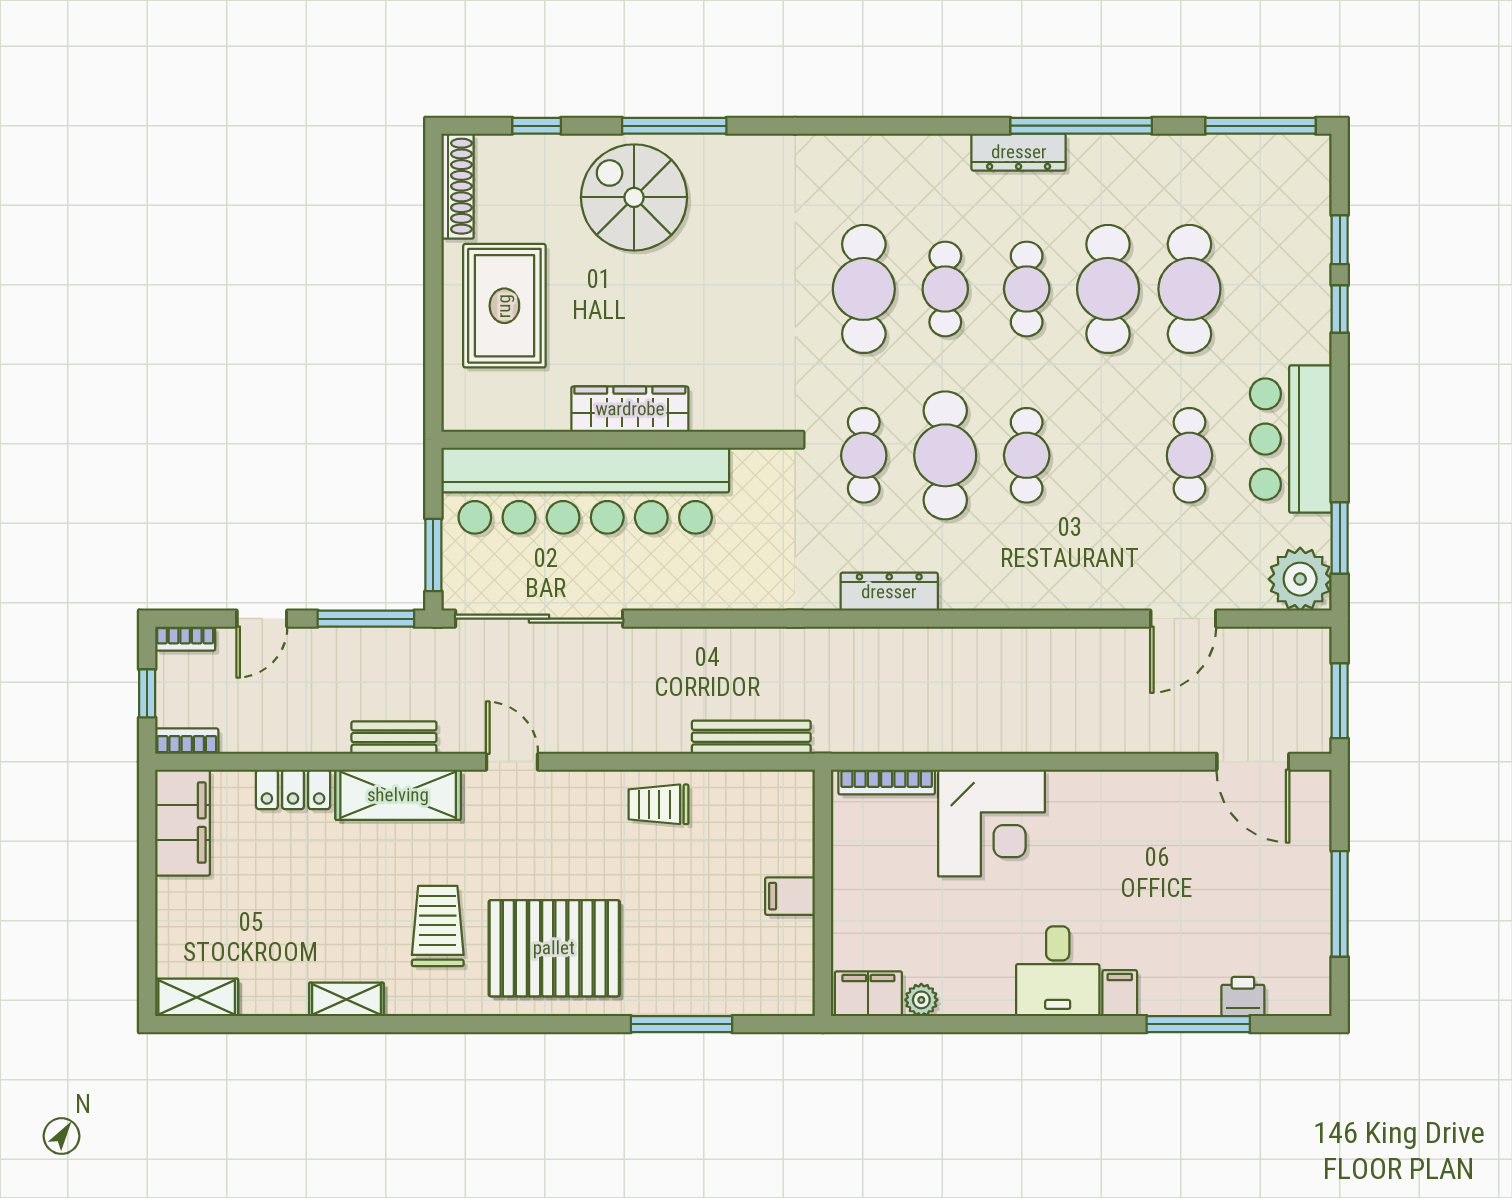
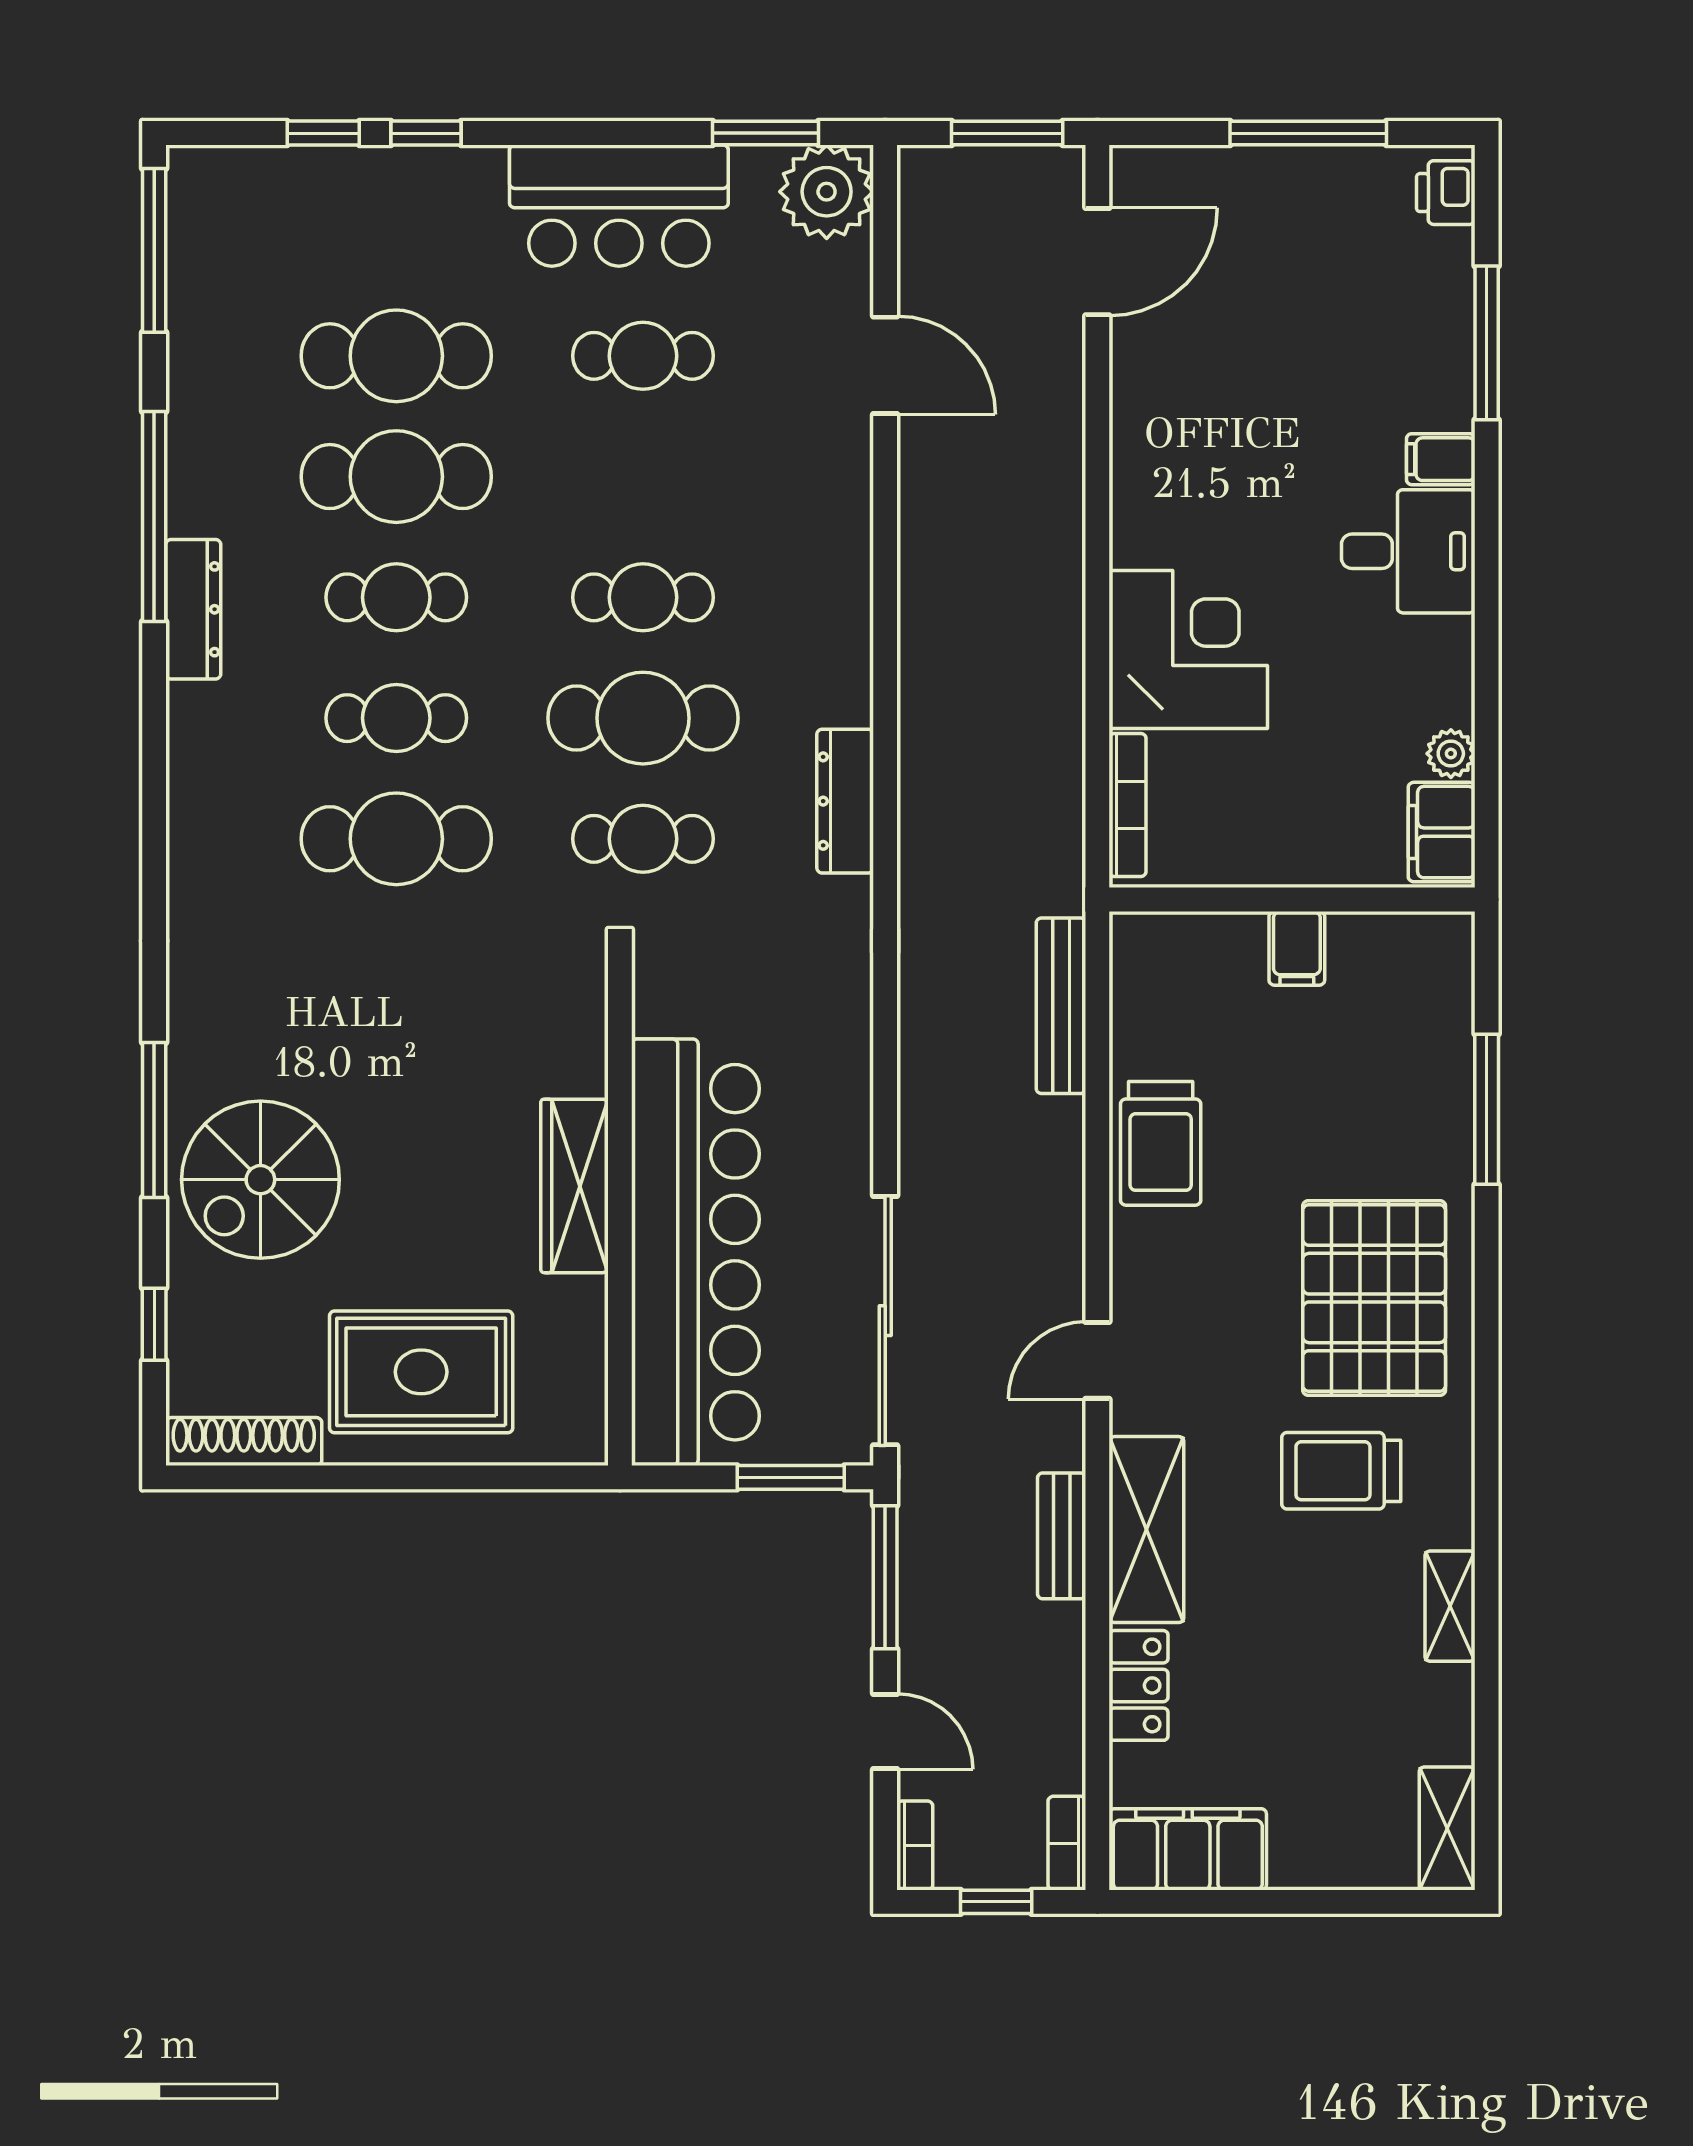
trolley: (658, 804) -> (1161, 1143), width x1.36, depth x1.39
printer: (1243, 997) -> (1446, 193), moved

